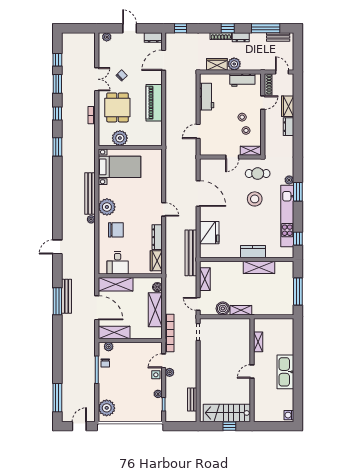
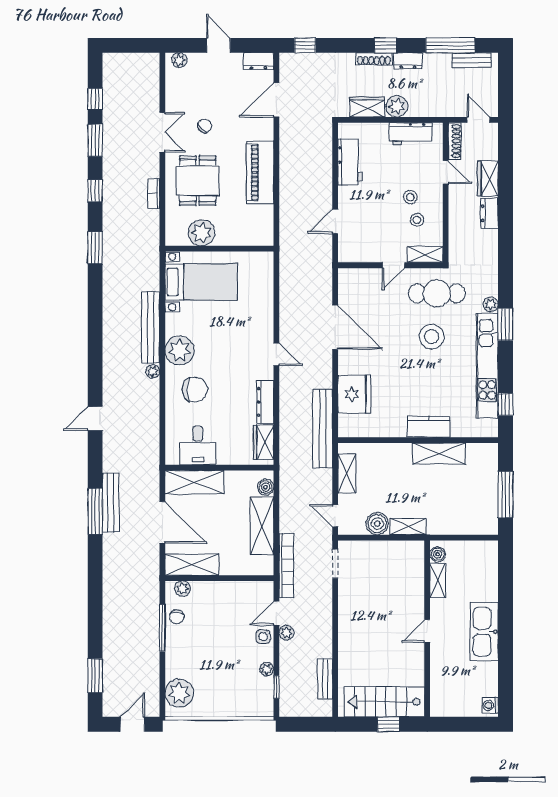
door: (263, 103) -> (446, 172), hinge flipped
cafe table: (258, 174) -> (437, 293), width x1.37, depth x1.35
boiler: (258, 326) -> (438, 554), added
window: (57, 398) -> (95, 676), width x0.69

